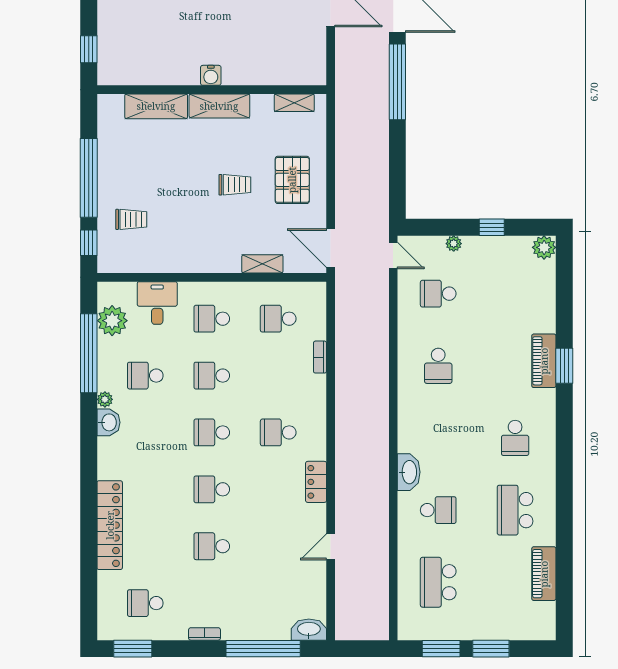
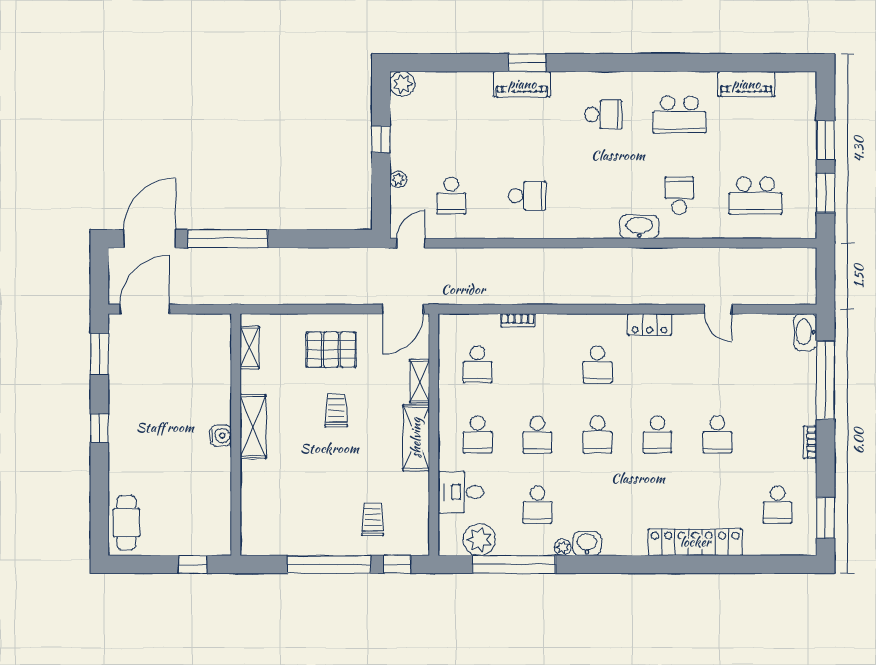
shelving: (156, 106) -> (416, 438), moved

